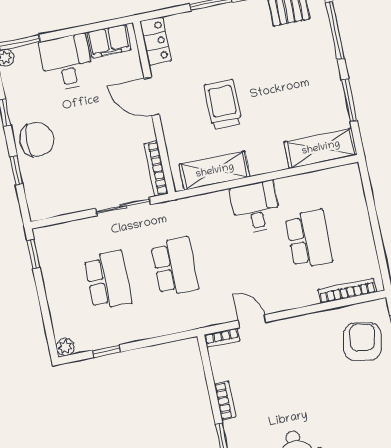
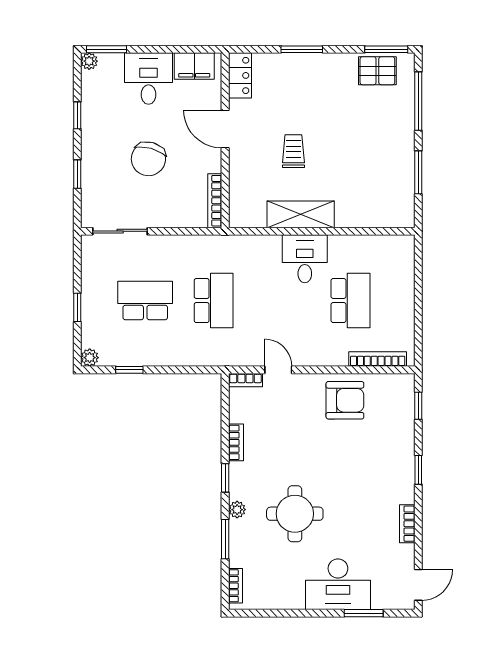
trolley: (223, 104) -> (293, 151), width x0.73, depth x0.72
chair: (37, 139) -> (148, 159), moved, turned 106
shelving: (321, 148) -> (380, 214), removed
shelving: (215, 171) -> (301, 214), moved
sliding door: (123, 206) -> (120, 231), moved
window: (33, 254) -> (77, 307), moved
school desk: (108, 280) -> (145, 301), turned -90
armchair: (362, 342) -> (345, 400), moved, turned 79

